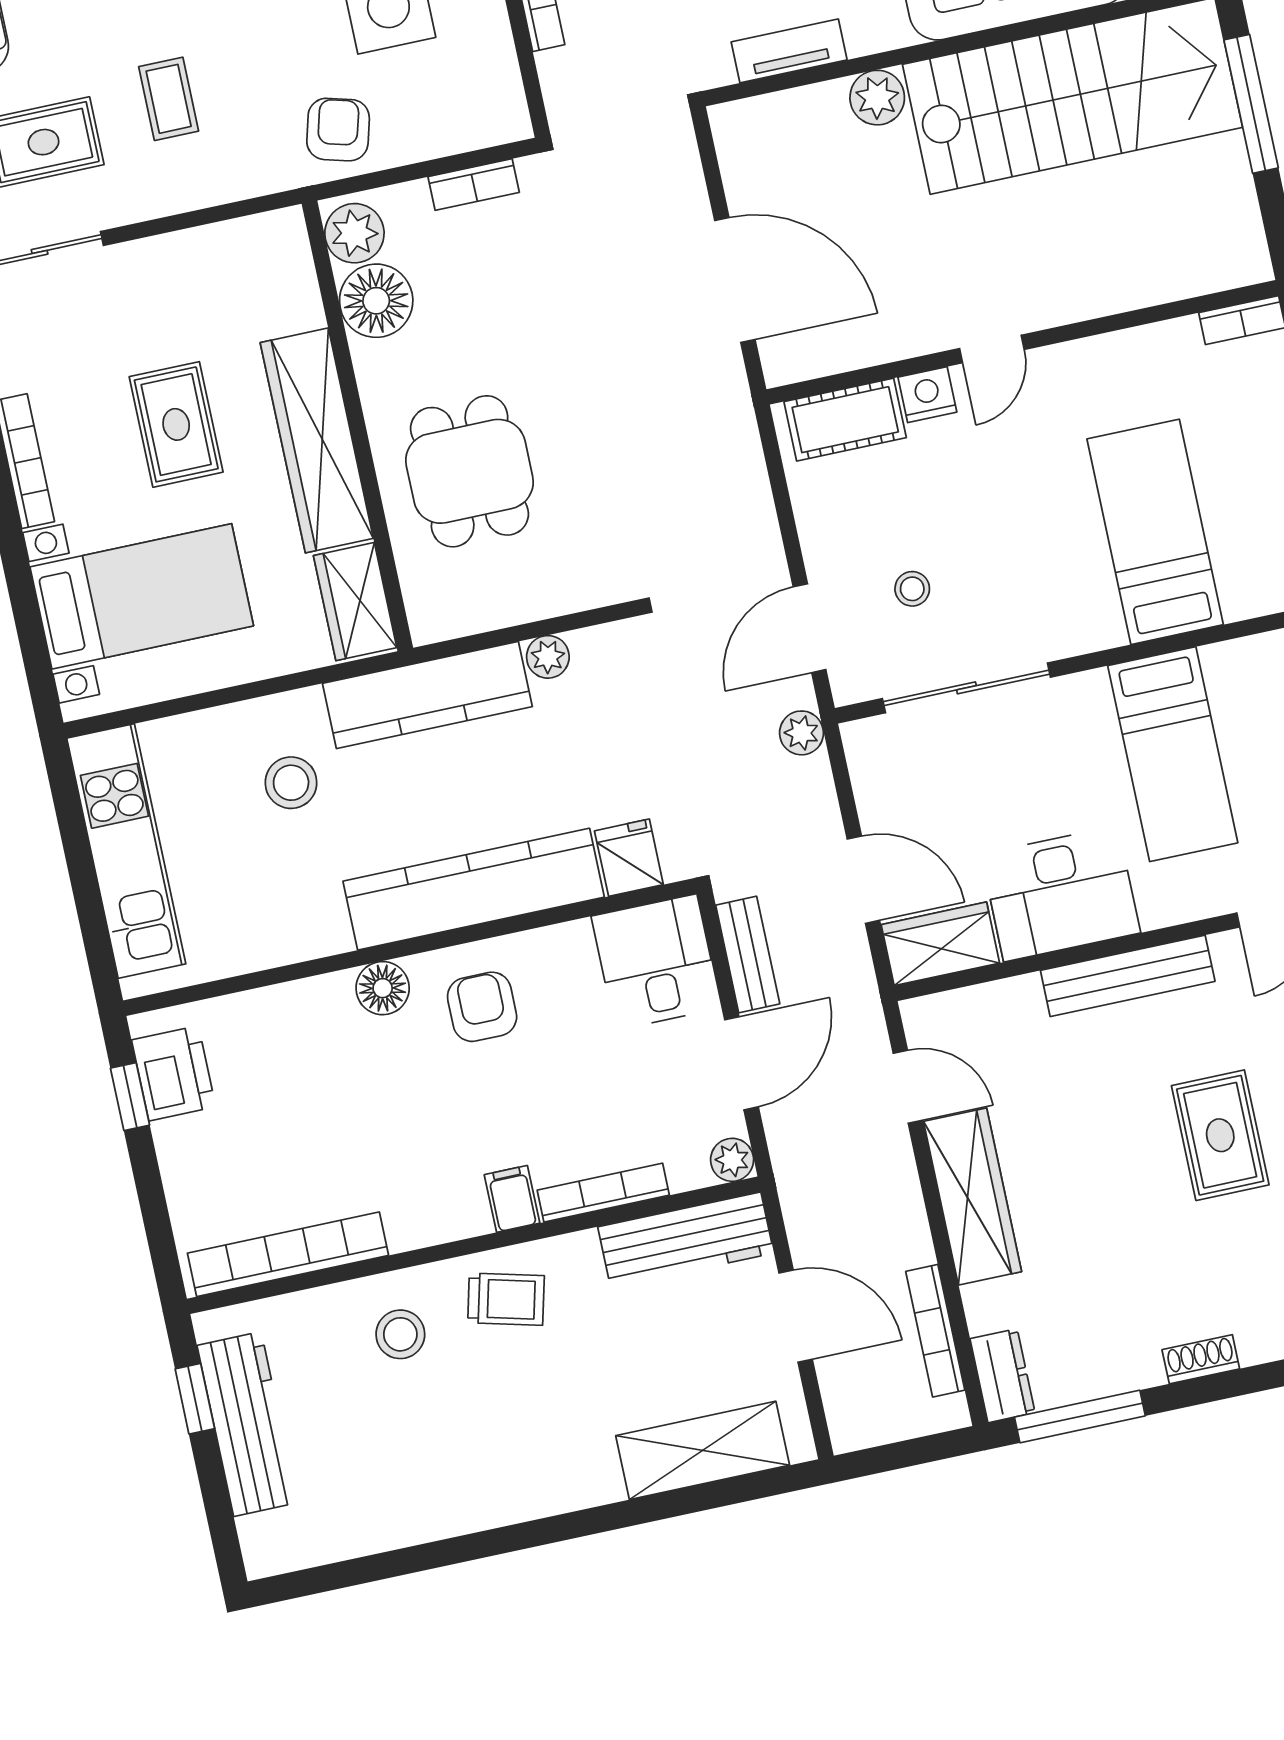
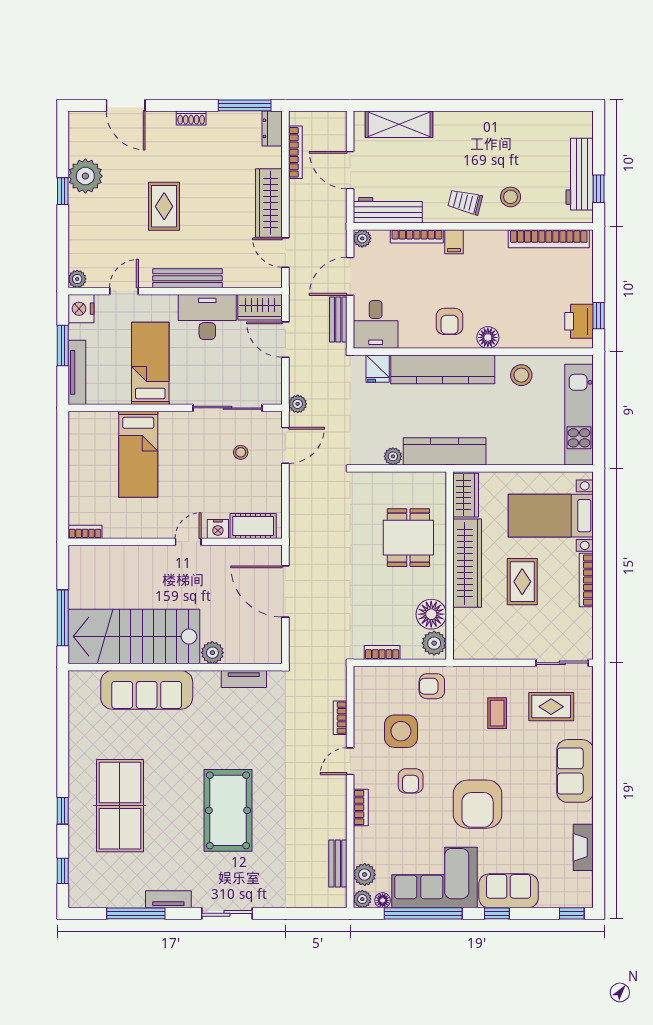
armchair: (338, 130) -> (432, 686), turned 75
stool: (291, 783) -> (521, 375), moved

